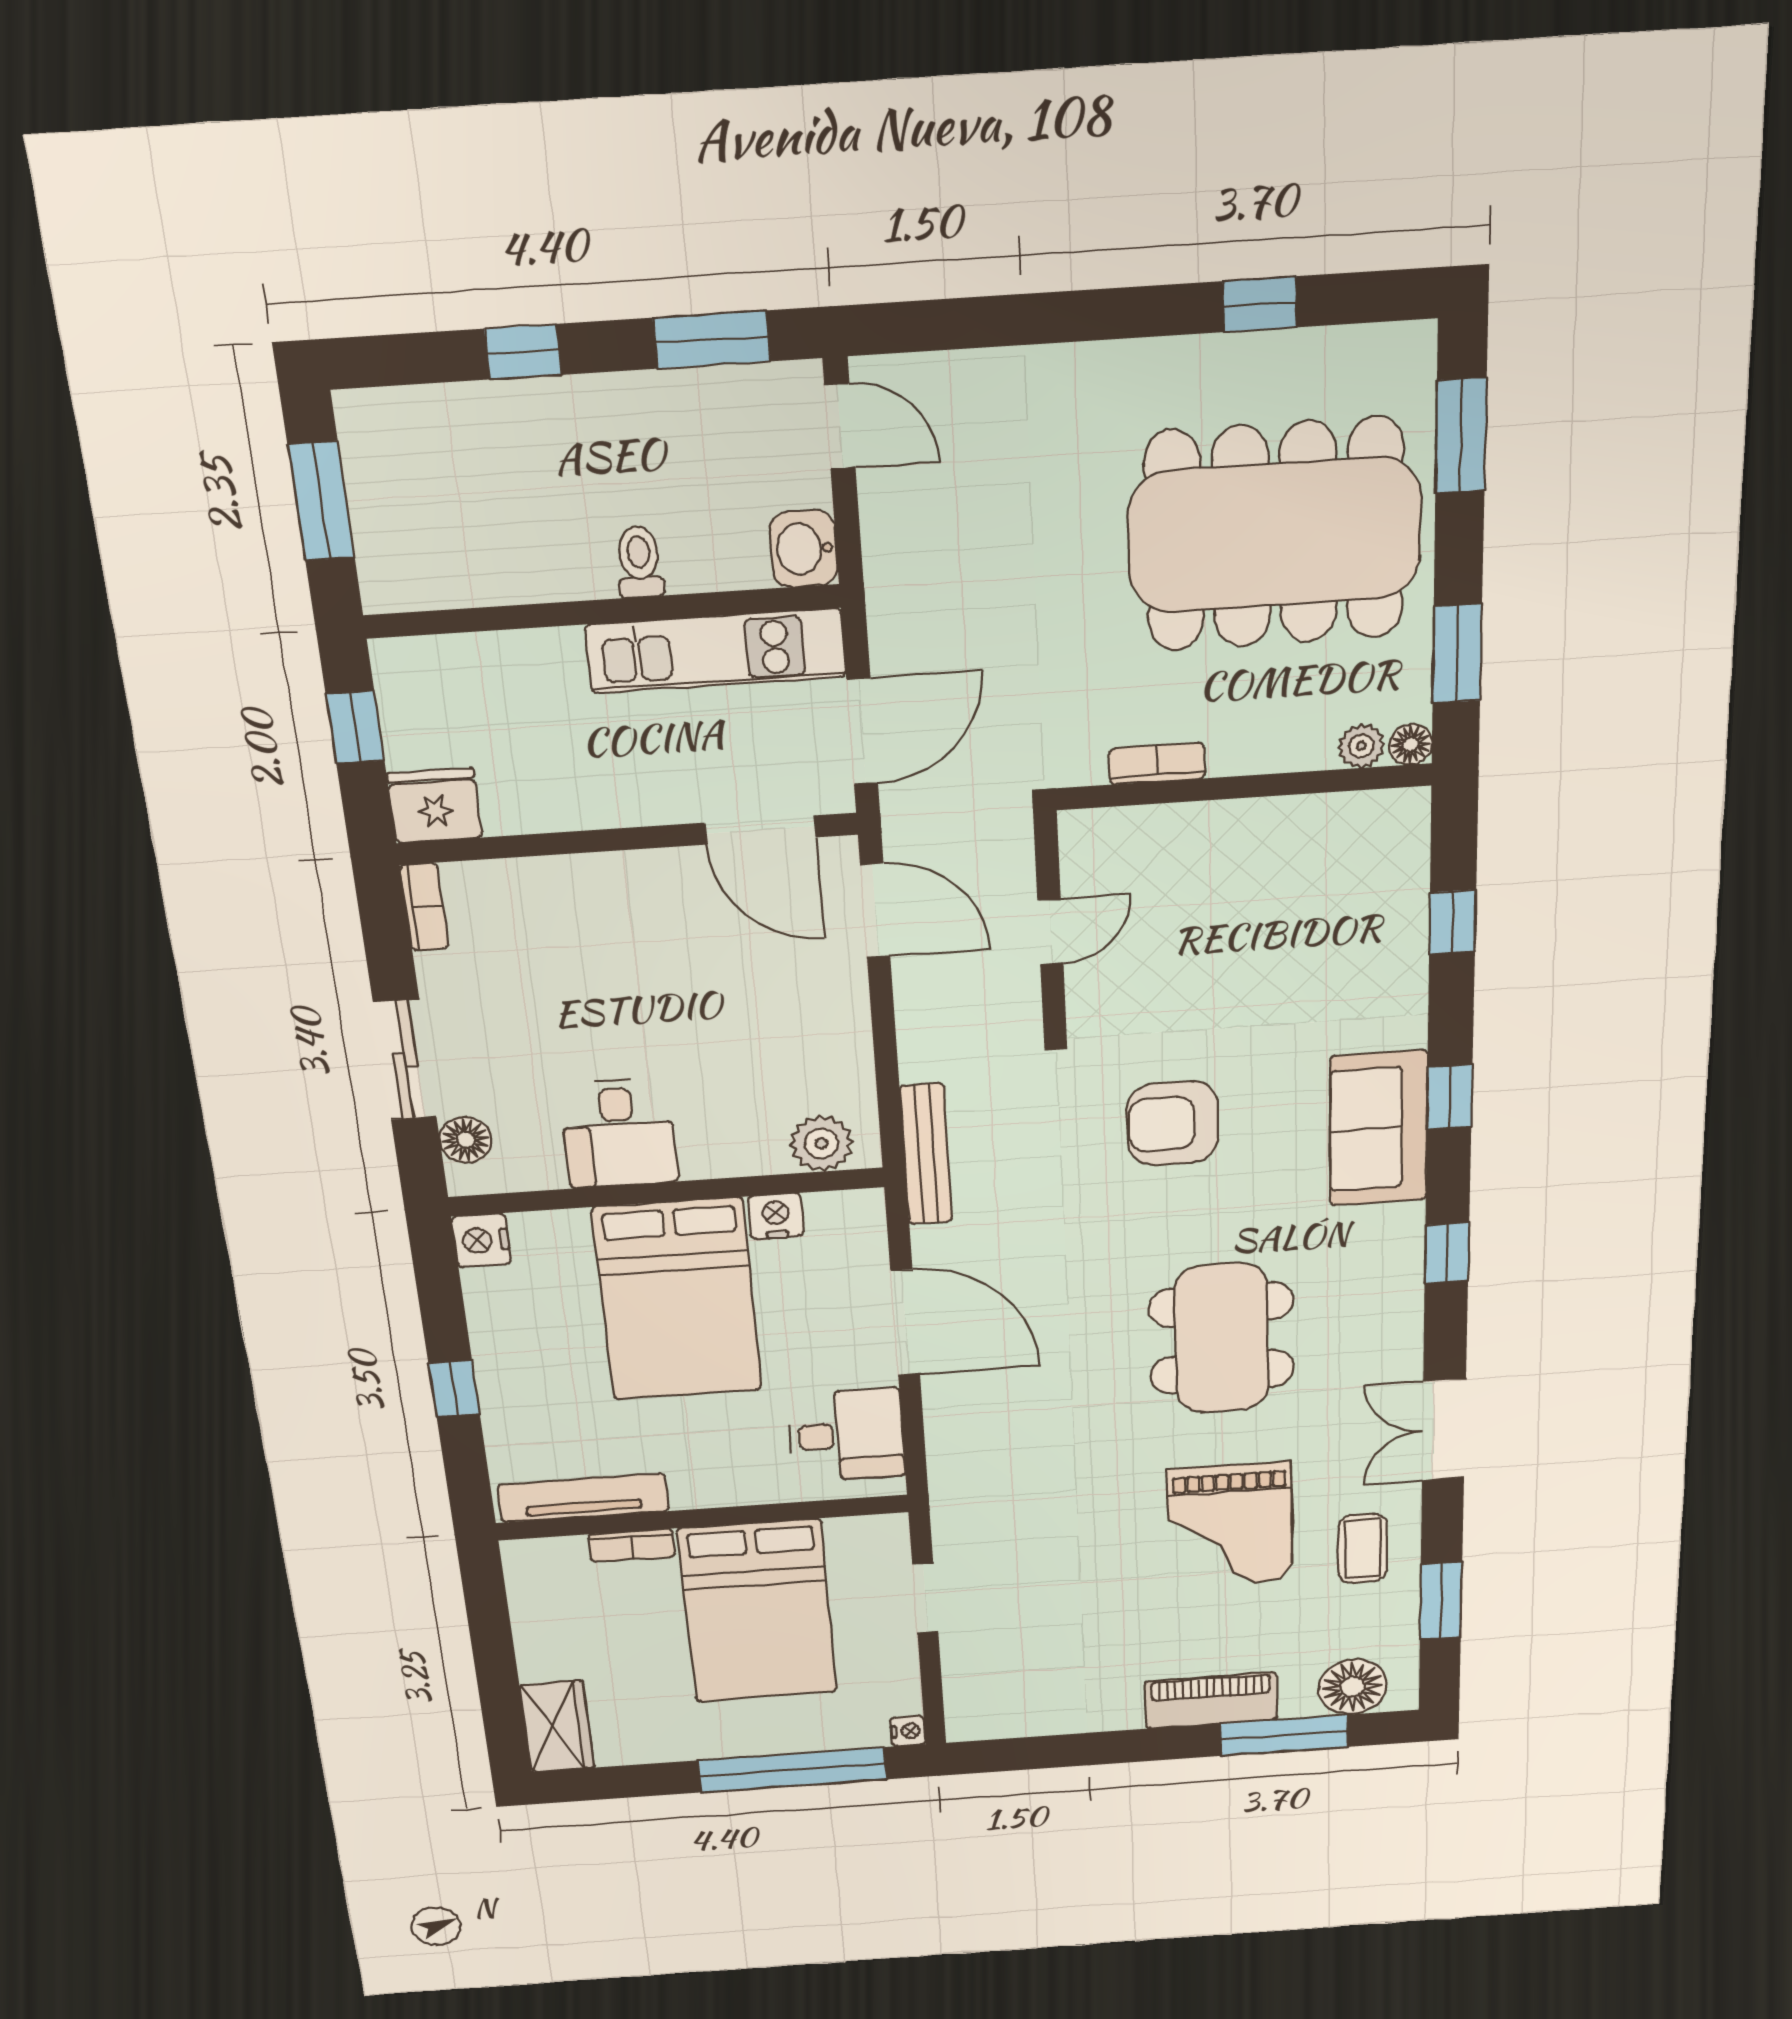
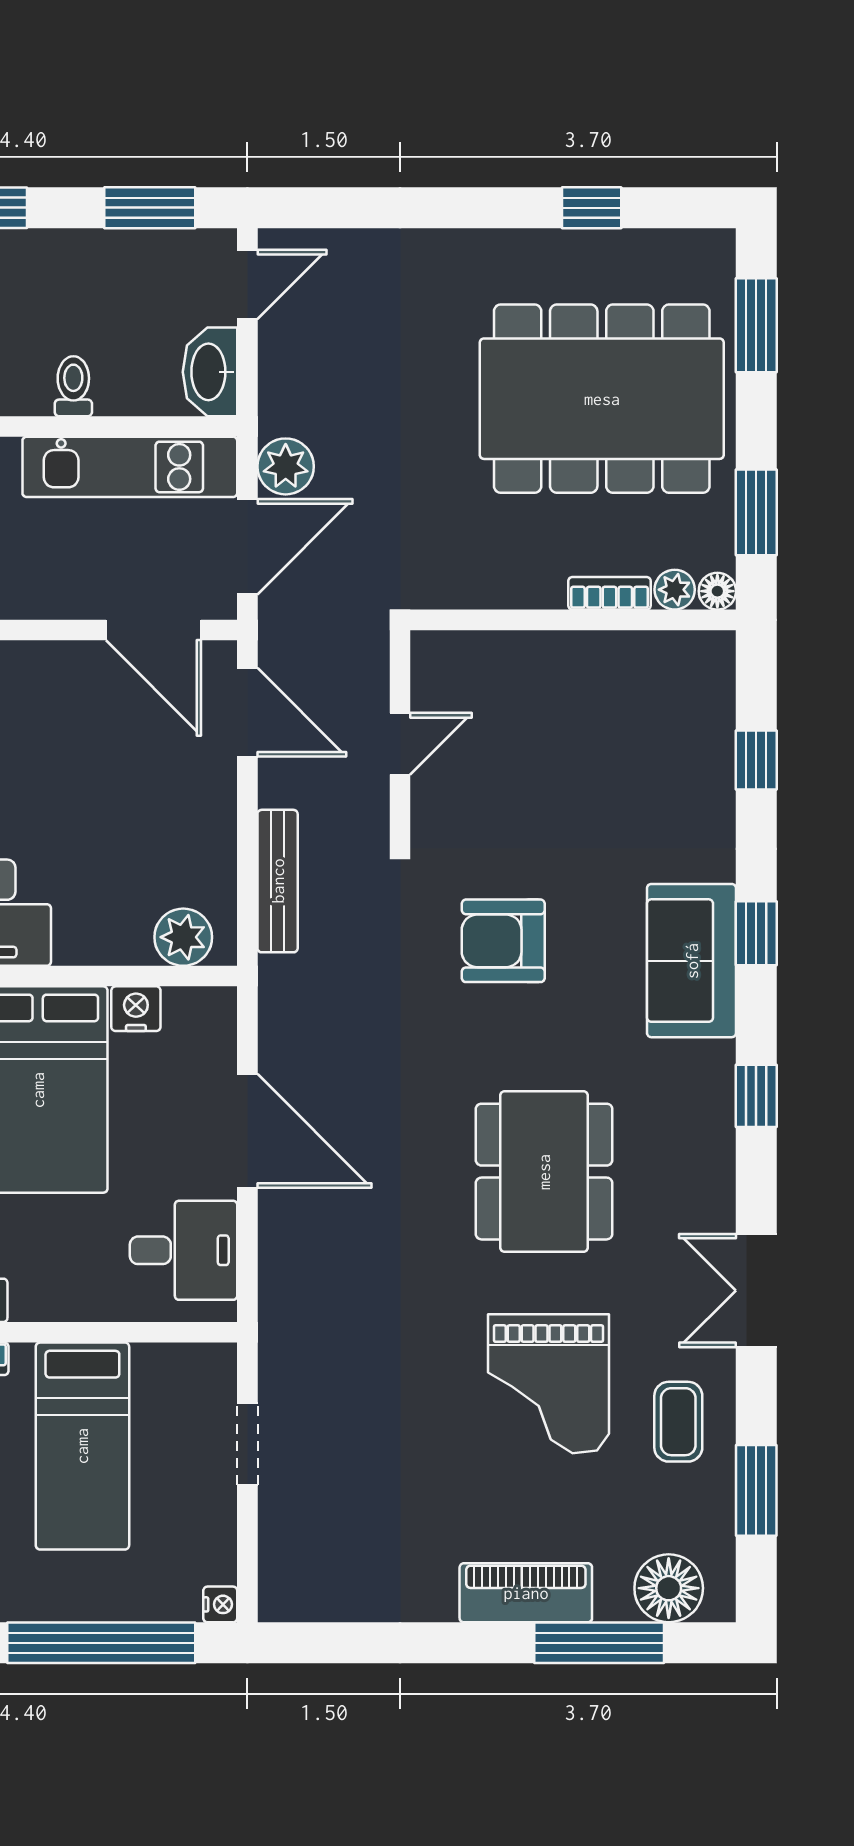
door: (840, 426) -> (247, 284), hinge flipped
washbasin: (804, 549) -> (210, 372), width x1.38
plant: (901, 638) -> (286, 466), added
bookcase: (1157, 764) -> (609, 593), moved
bench: (926, 1154) -> (278, 881), moved
bed: (758, 1611) -> (82, 1446), width x0.67

